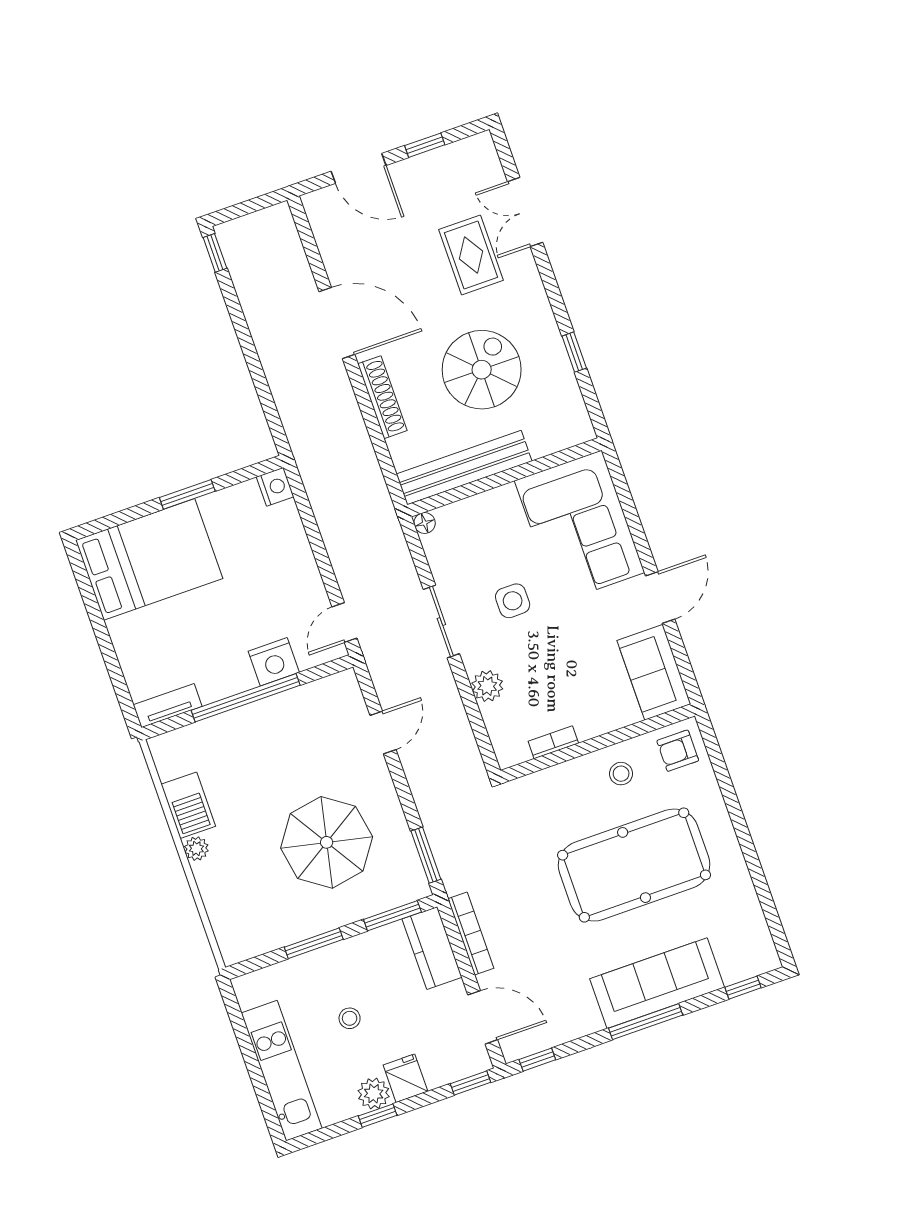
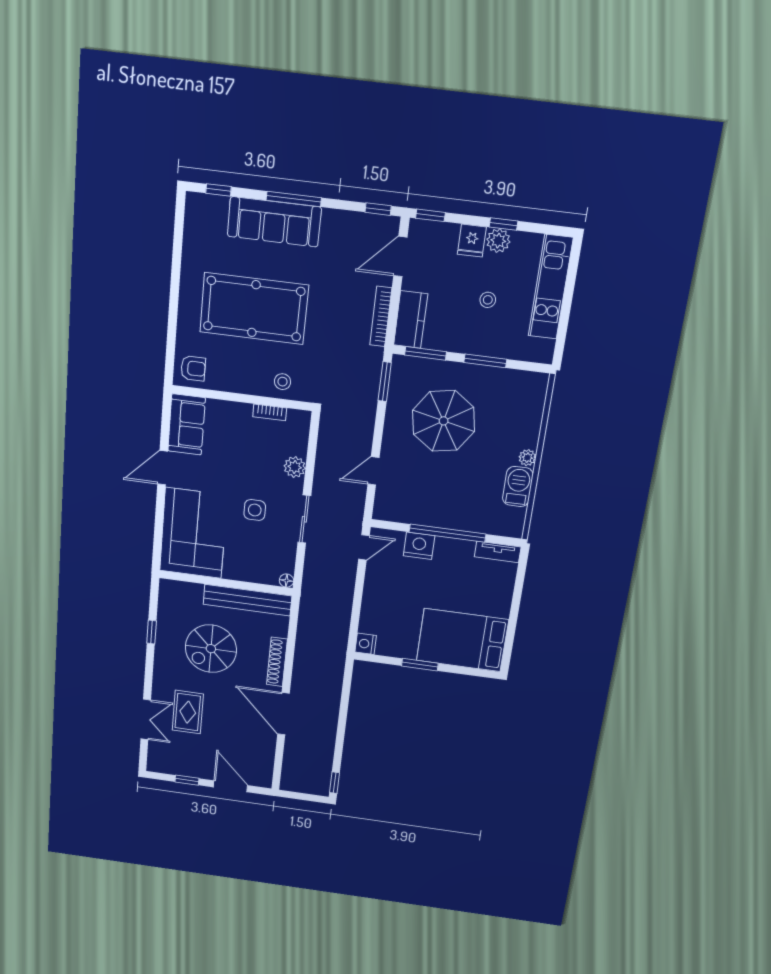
stool: (621, 774) -> (282, 382), moved
door: (483, 1017) -> (400, 257), hinge flipped

